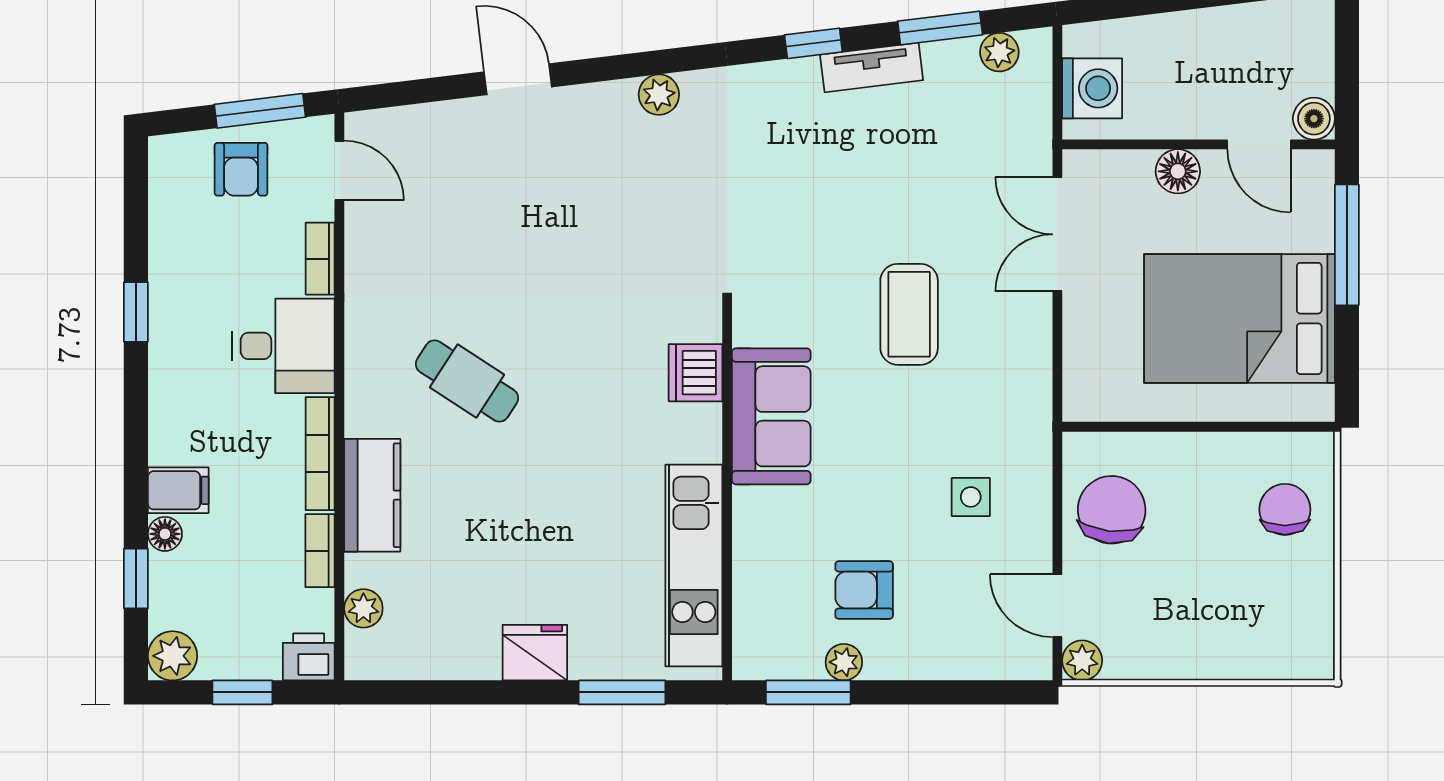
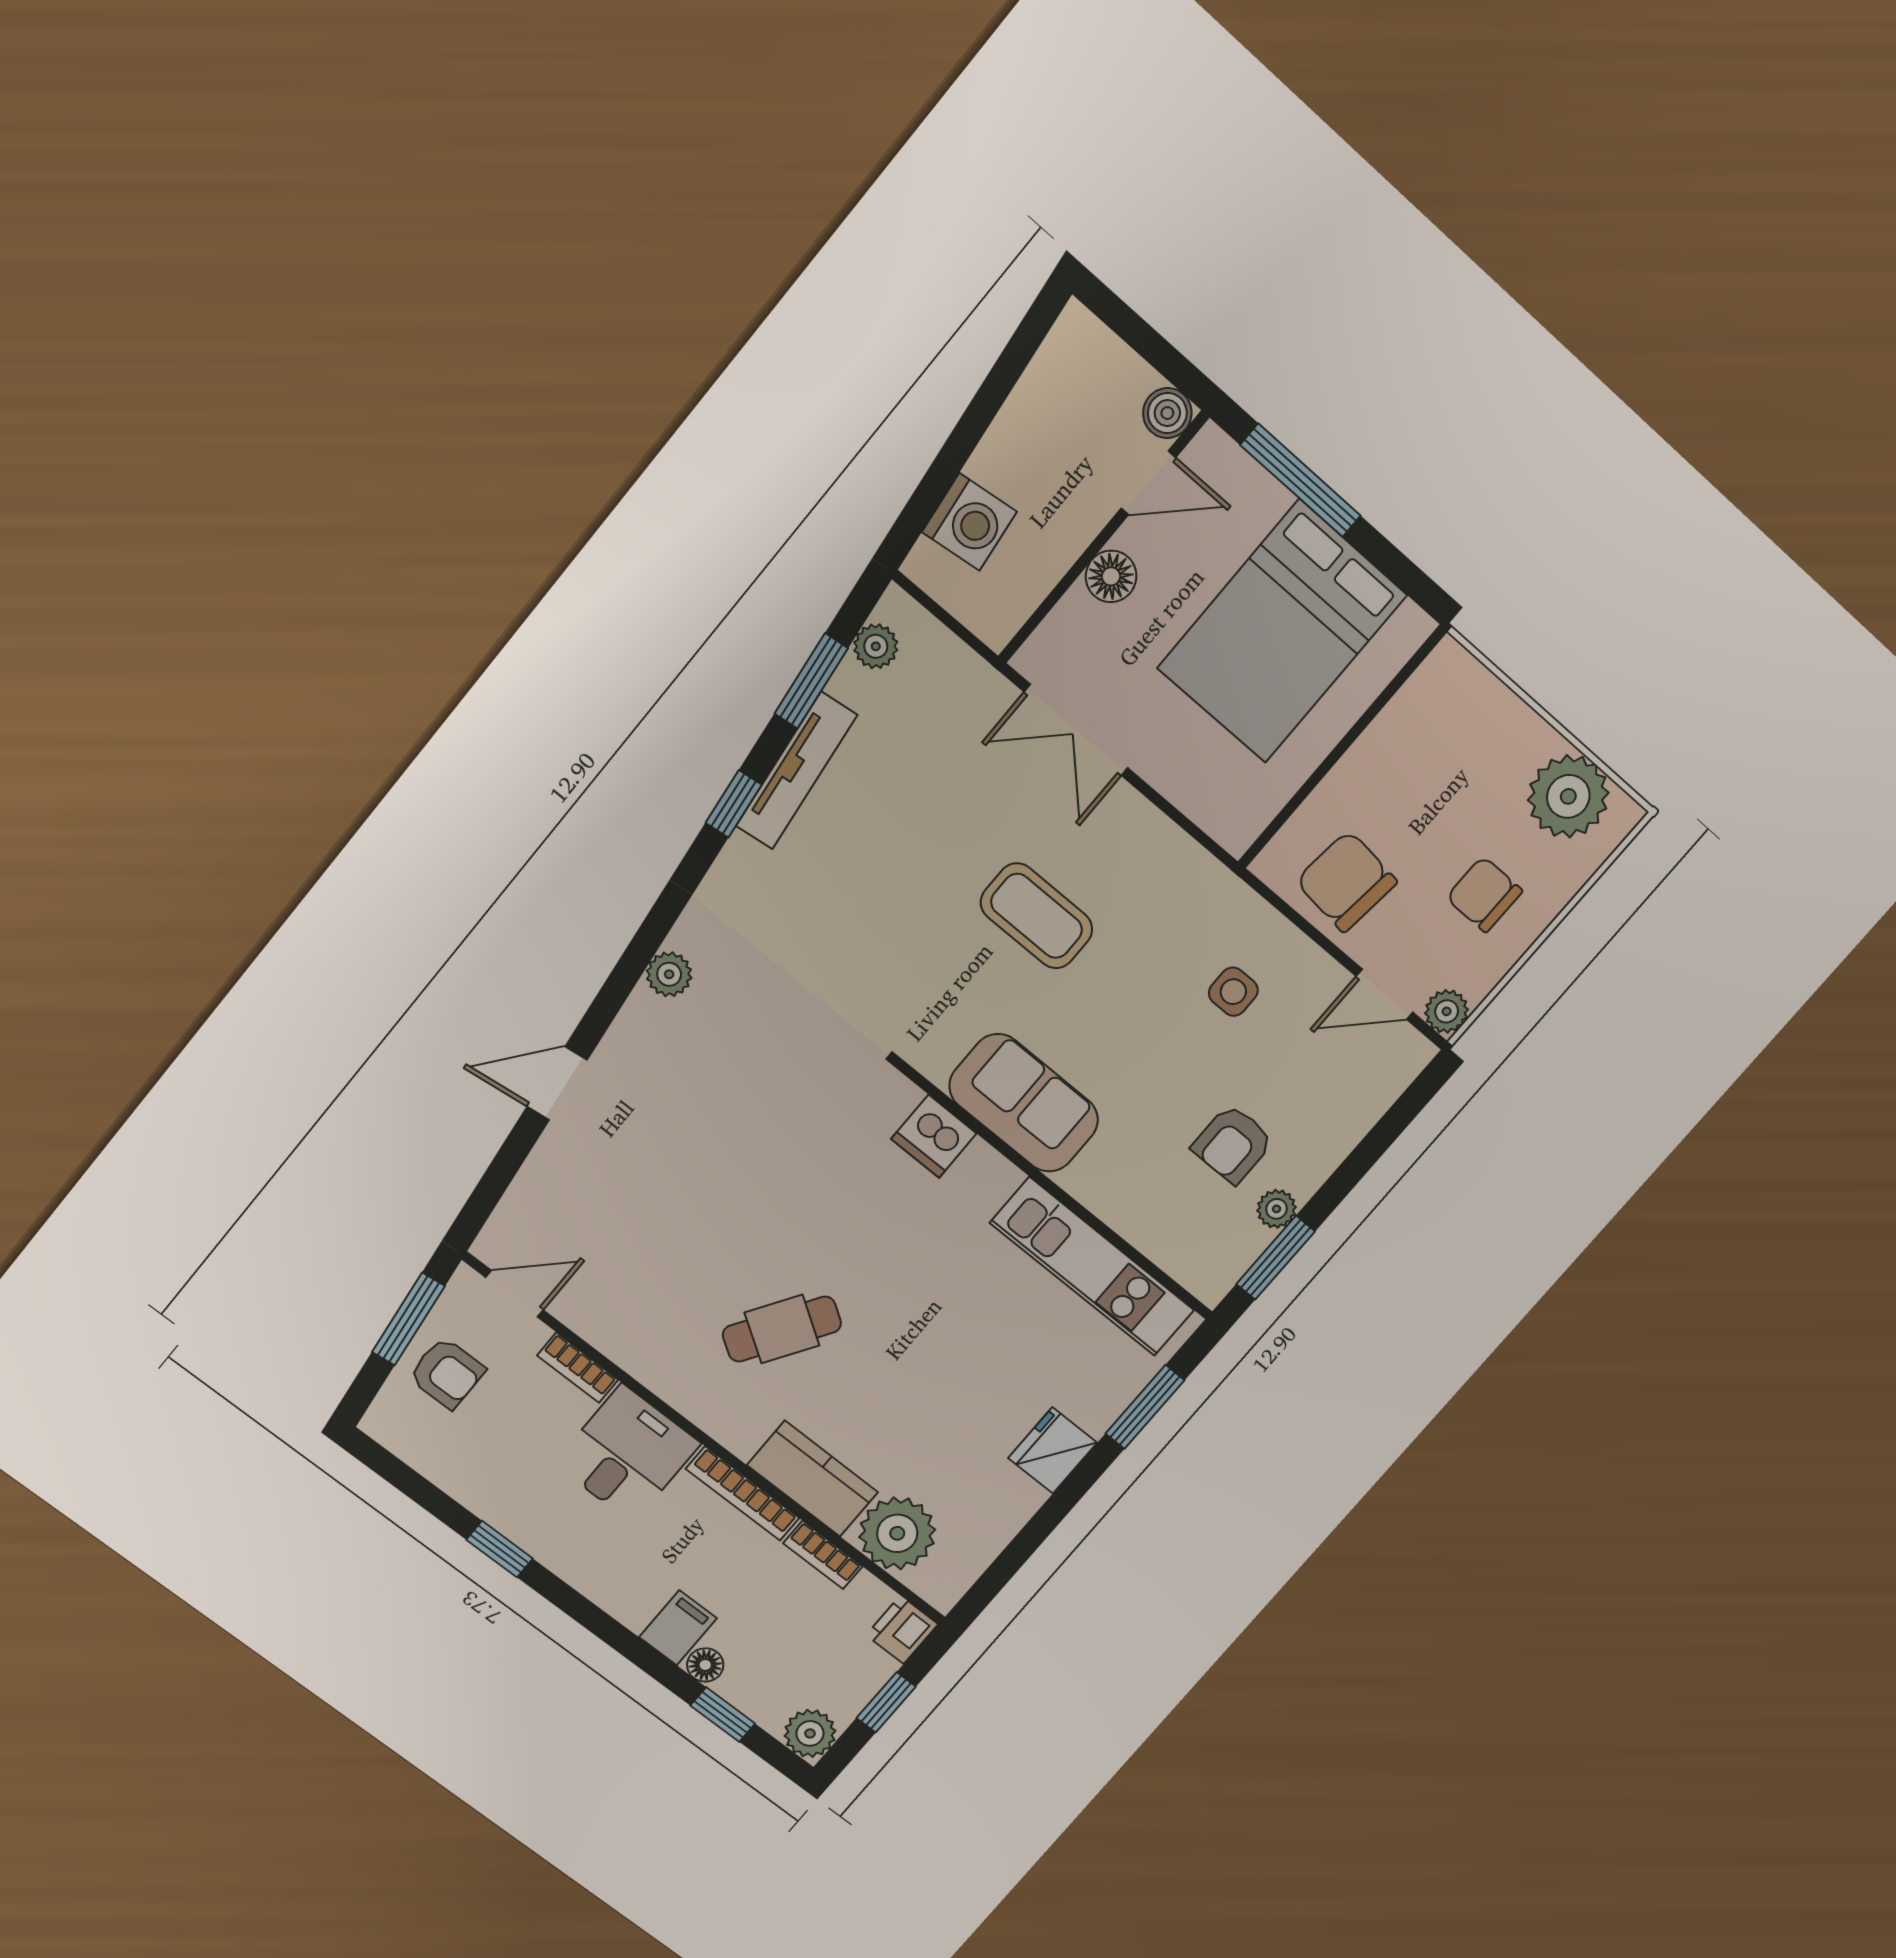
tv unit: (872, 67) -> (797, 771), width x1.41
washing machine: (1092, 88) -> (969, 522), moved, turned 83
chair: (1285, 509) -> (1484, 894), moved
plant: (363, 608) -> (897, 1533), width x1.87, depth x1.87
plant: (1298, 614) -> (1568, 796), added

